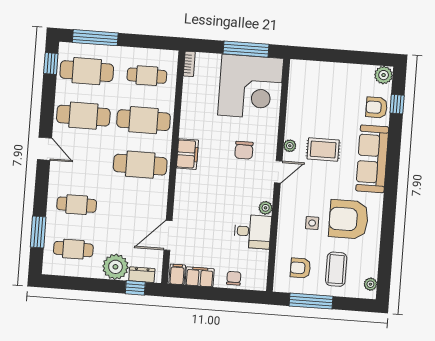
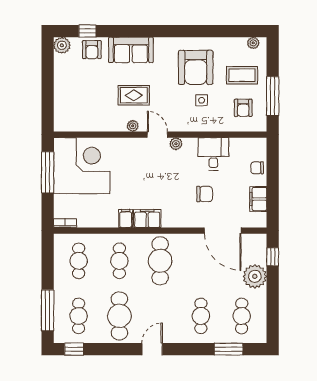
cafe table: (87, 71) -> (79, 316), width x0.73, depth x0.74
cafe table: (144, 120) -> (119, 261), width x0.73, depth x0.74
rug: (323, 149) -> (134, 95), turned 90
chair: (244, 150) -> (205, 194), moved
sofa: (372, 159) -> (131, 50), width x0.73
plant: (266, 208) -> (176, 144), moved
door: (168, 235) -> (223, 231), width x1.36
filing cabinet: (177, 274) -> (126, 218), moved, turned 90
dresser: (142, 275) -> (260, 252), removed

